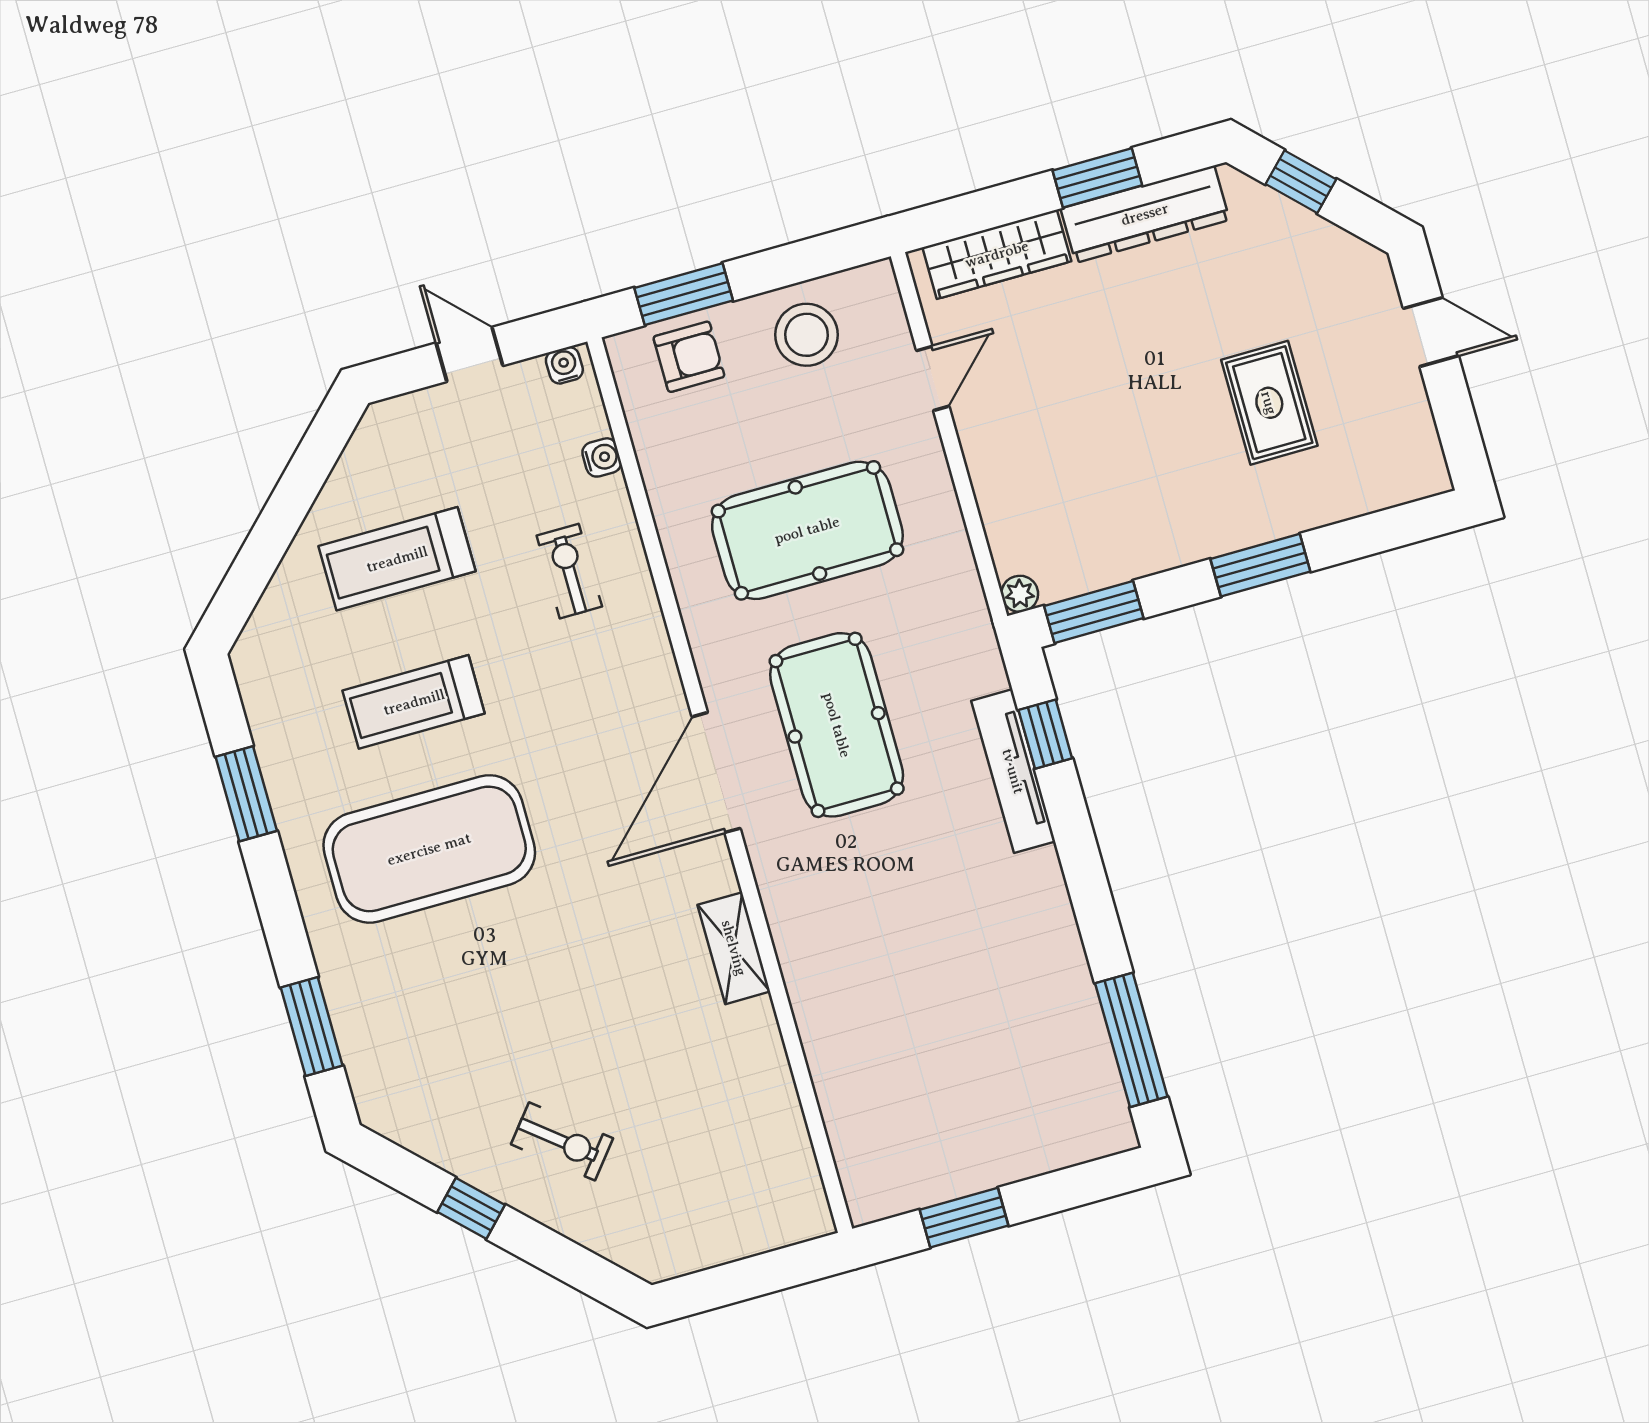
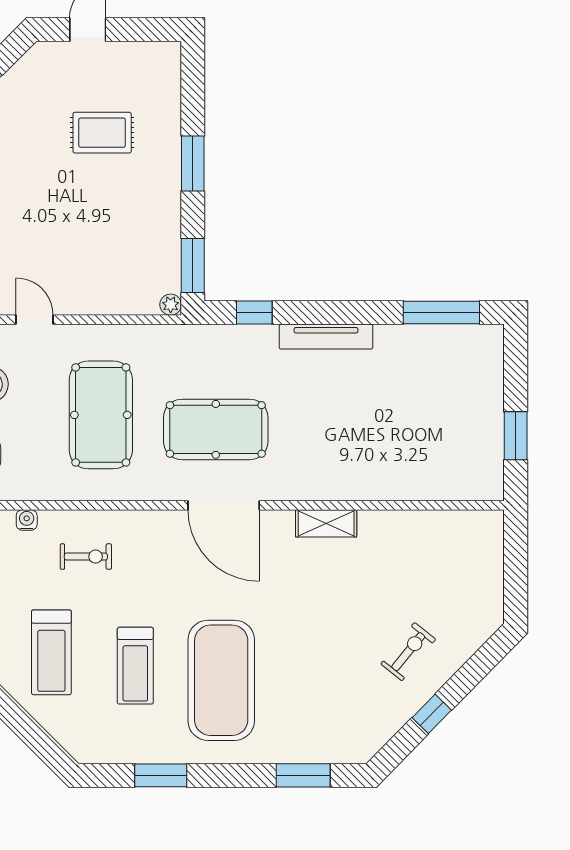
exercise bike: (569, 571) -> (86, 557), turned 180
tv unit: (1013, 771) -> (326, 337), moved

